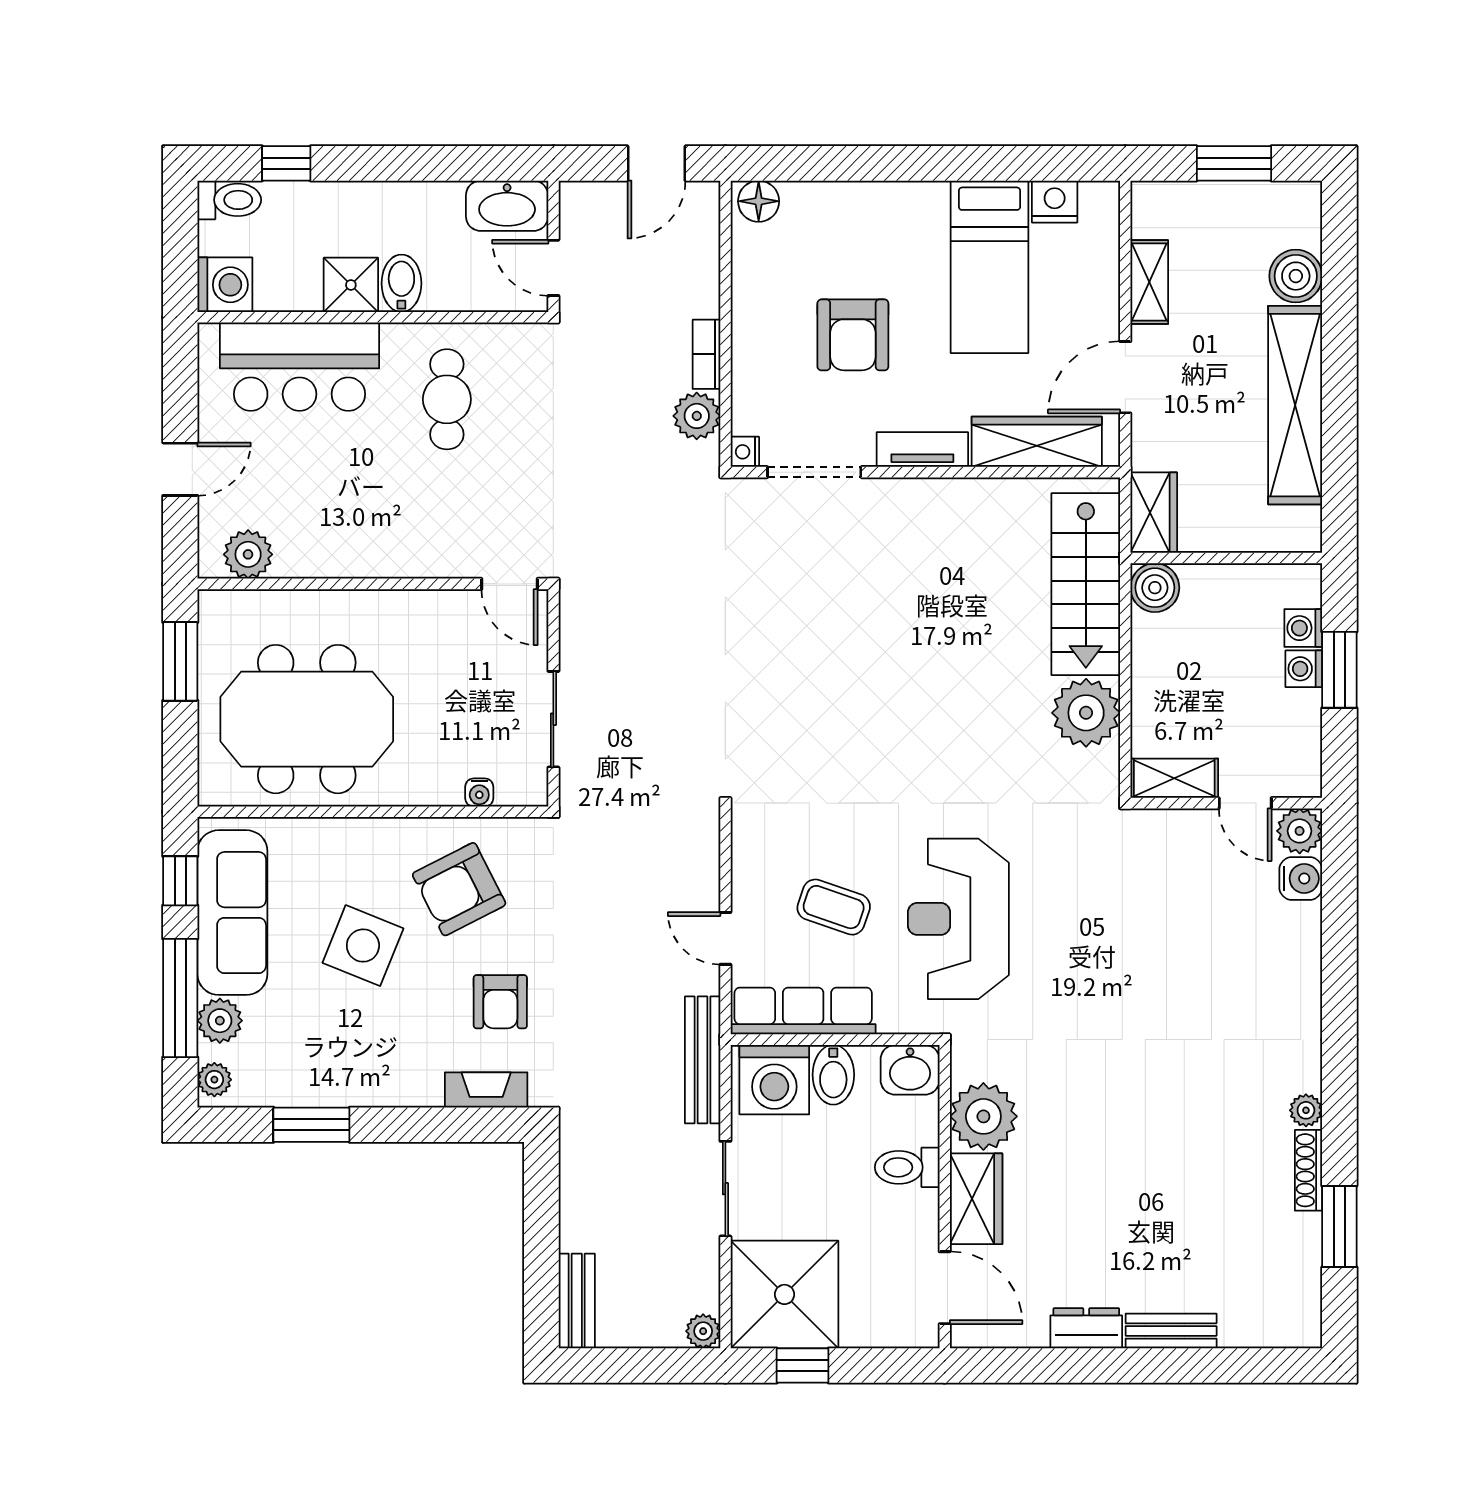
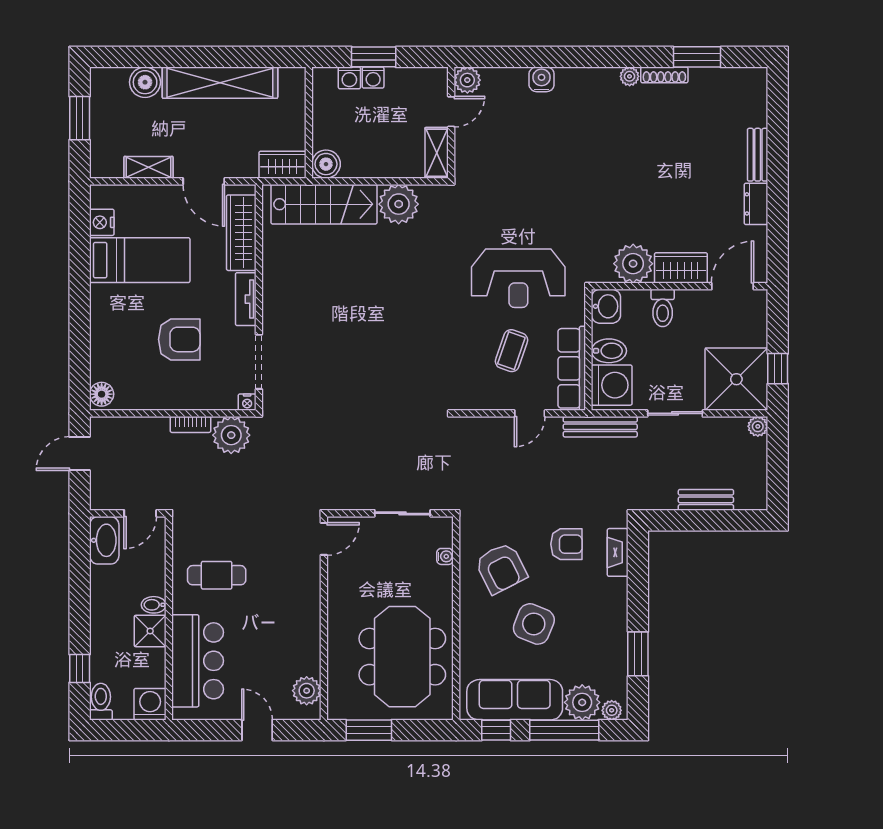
door: (657, 163) -> (80, 453), swing flipped
bidet: (401, 283) -> (154, 605), width x0.72, depth x0.74
plant: (697, 416) -> (231, 435), width x1.36, depth x1.36
water cooler: (1301, 878) -> (542, 79), moved
plant: (220, 1021) -> (582, 702), width x1.36, depth x1.36
bench: (577, 1301) -> (706, 500), moved

